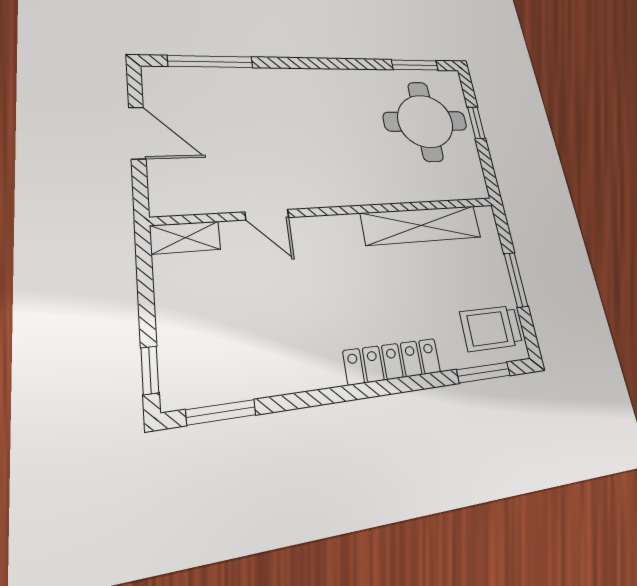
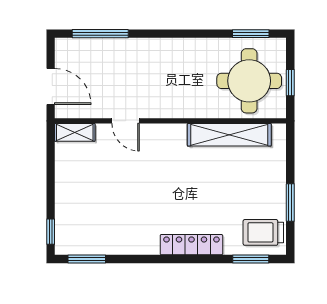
wall: (335, 211) -> (170, 121), moved
door: (267, 215) -> (126, 121), moved
shelving: (421, 225) -> (229, 135), moved
shelving: (185, 238) -> (75, 132), moved

